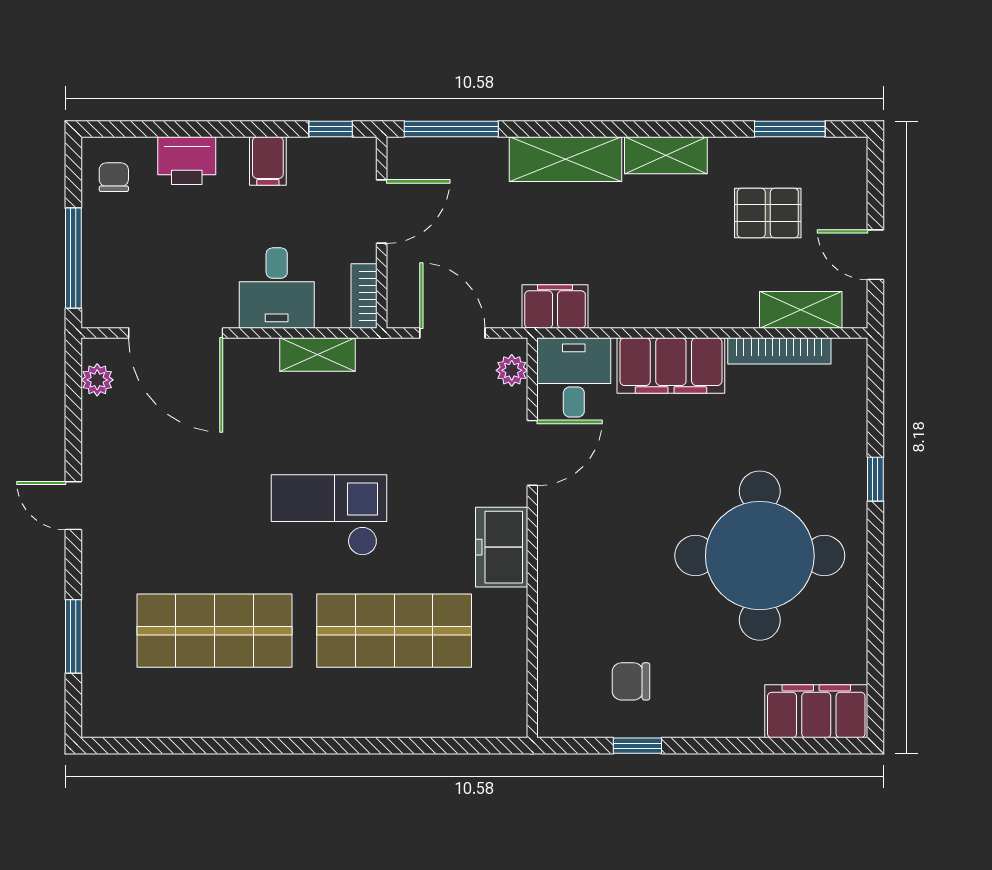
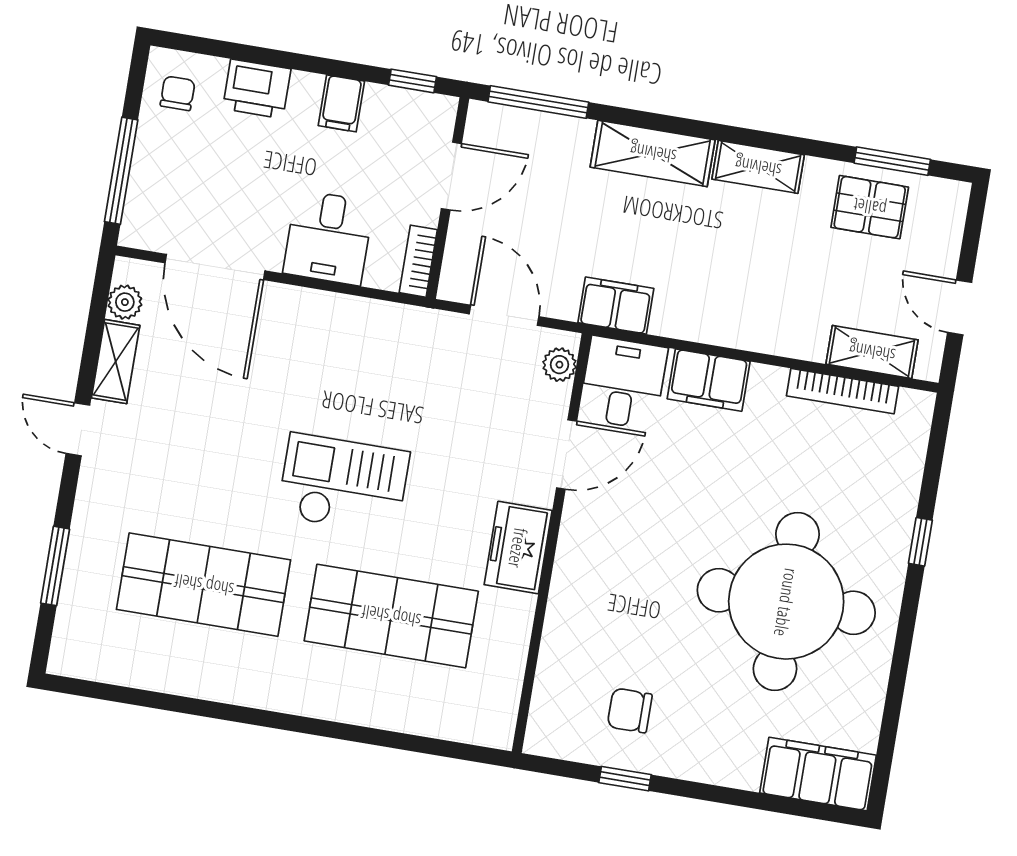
pallet: (768, 213) -> (870, 207), moved
shelving: (318, 355) -> (116, 362), moved, turned 90
filing cabinet: (671, 366) -> (709, 380), width x0.67, depth x0.86

